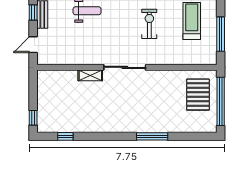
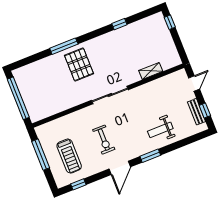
shelving: (90, 75) -> (151, 71), moved
pallet: (198, 95) -> (79, 65), moved
window: (65, 136) -> (119, 24), moved

